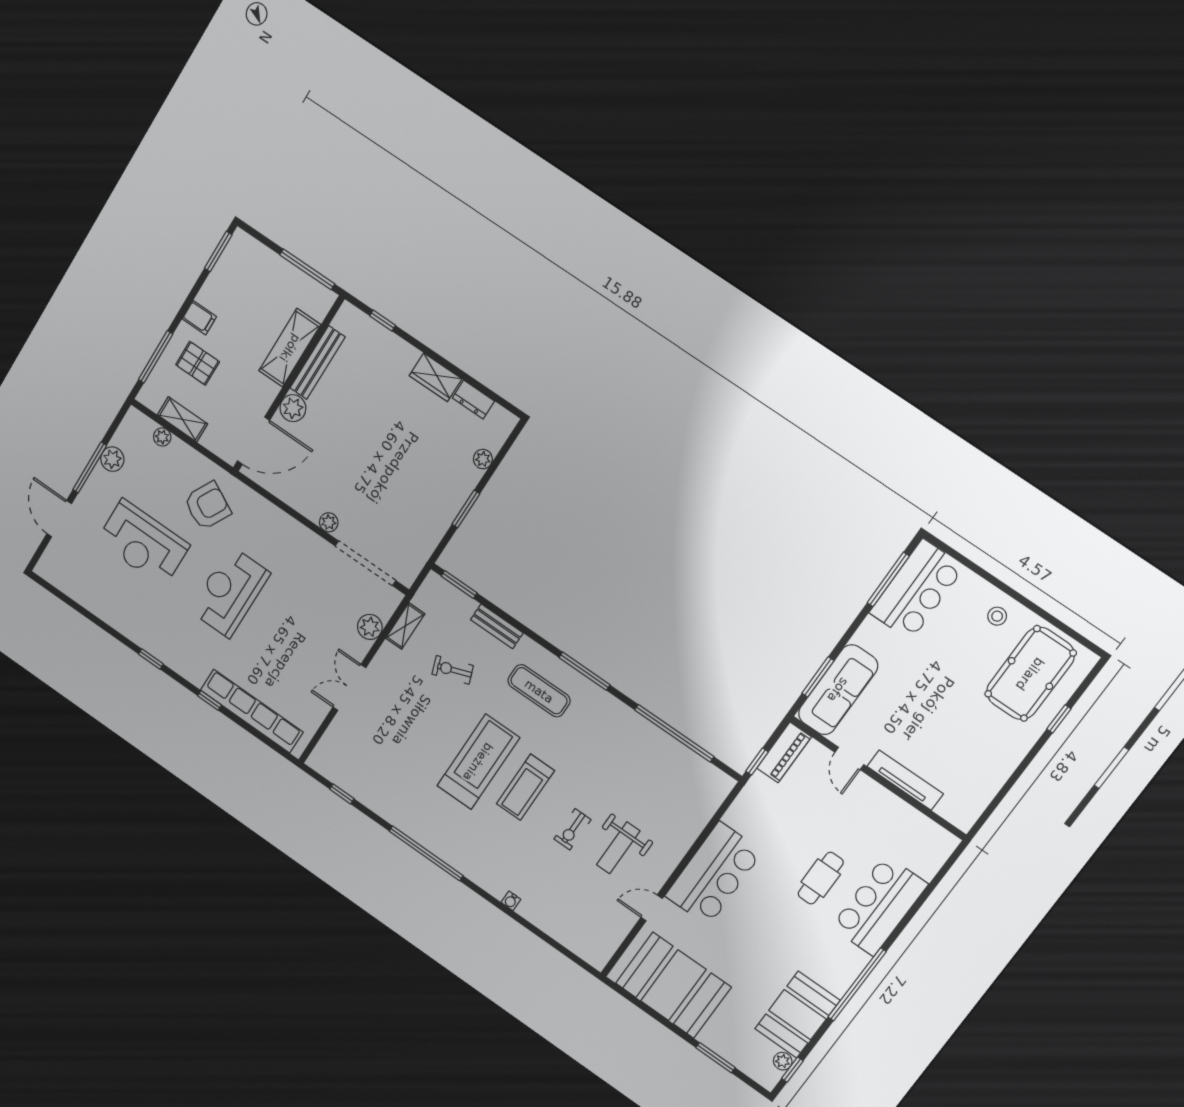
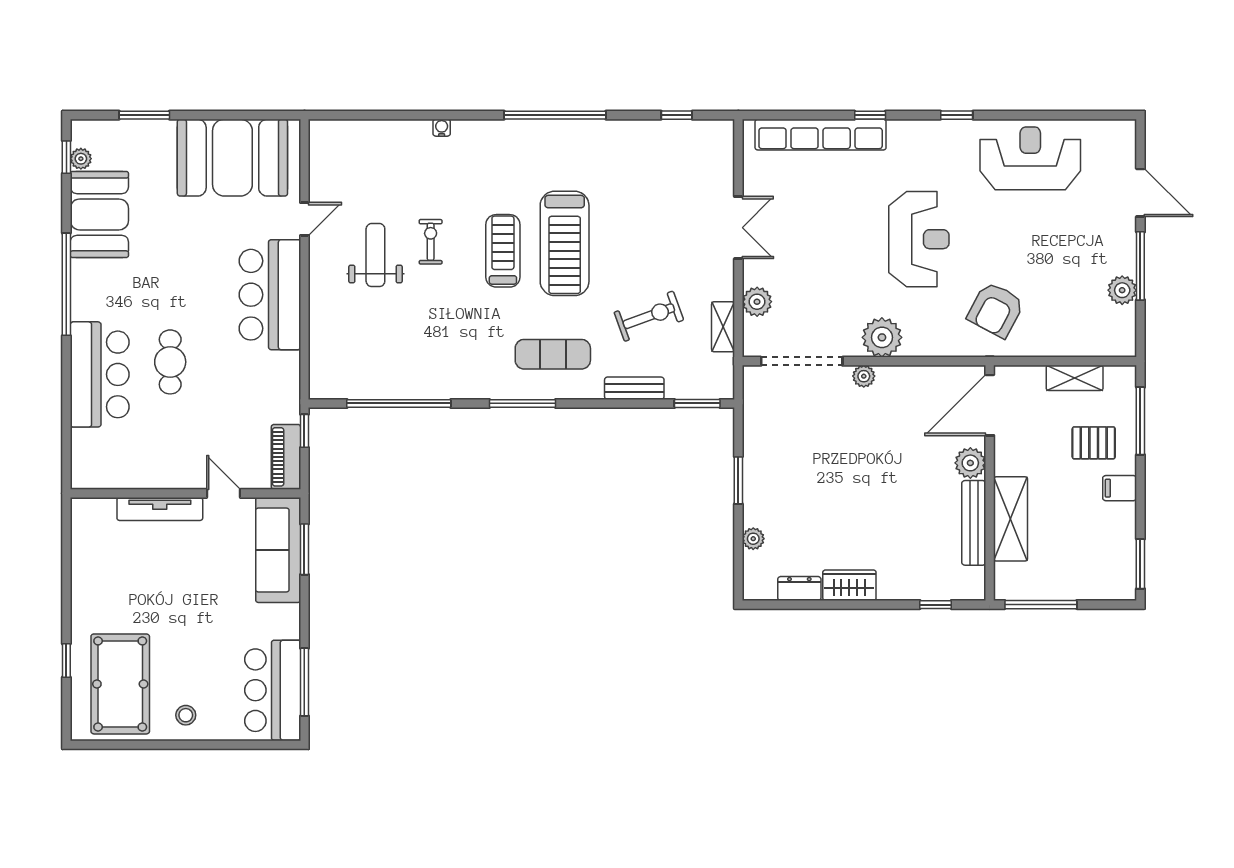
plant: (162, 437) -> (882, 337), moved, width x1.88, depth x1.88
reception desk: (143, 543) -> (1030, 158), moved
exercise bike: (453, 670) -> (649, 316), width x1.38, depth x1.39

